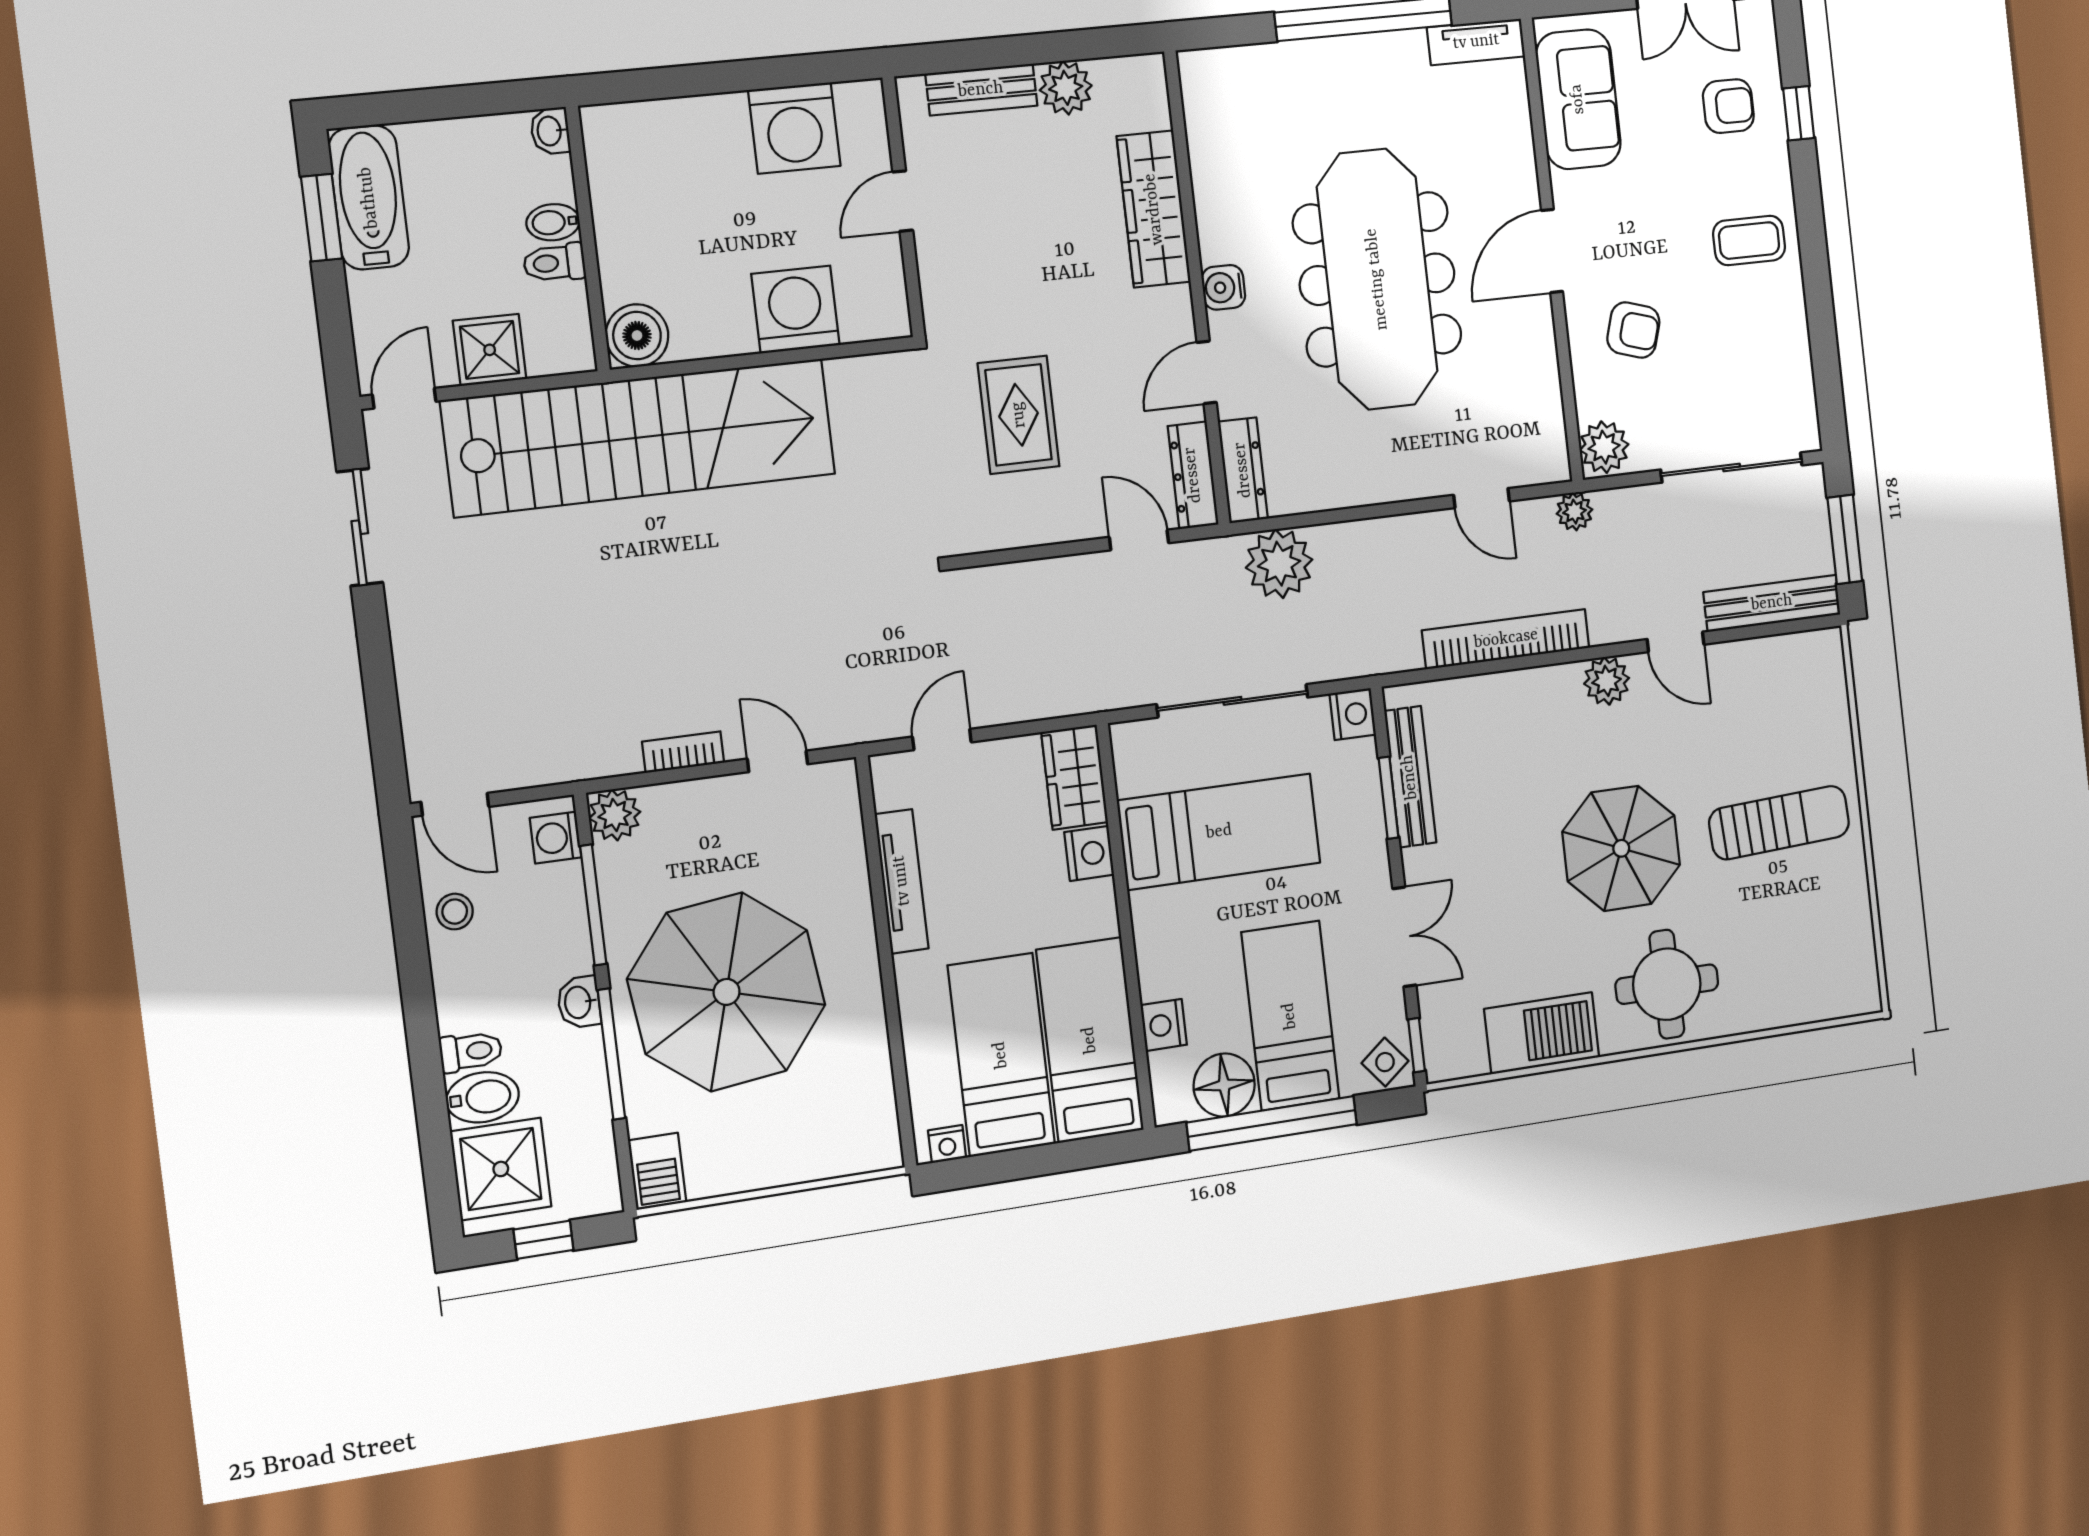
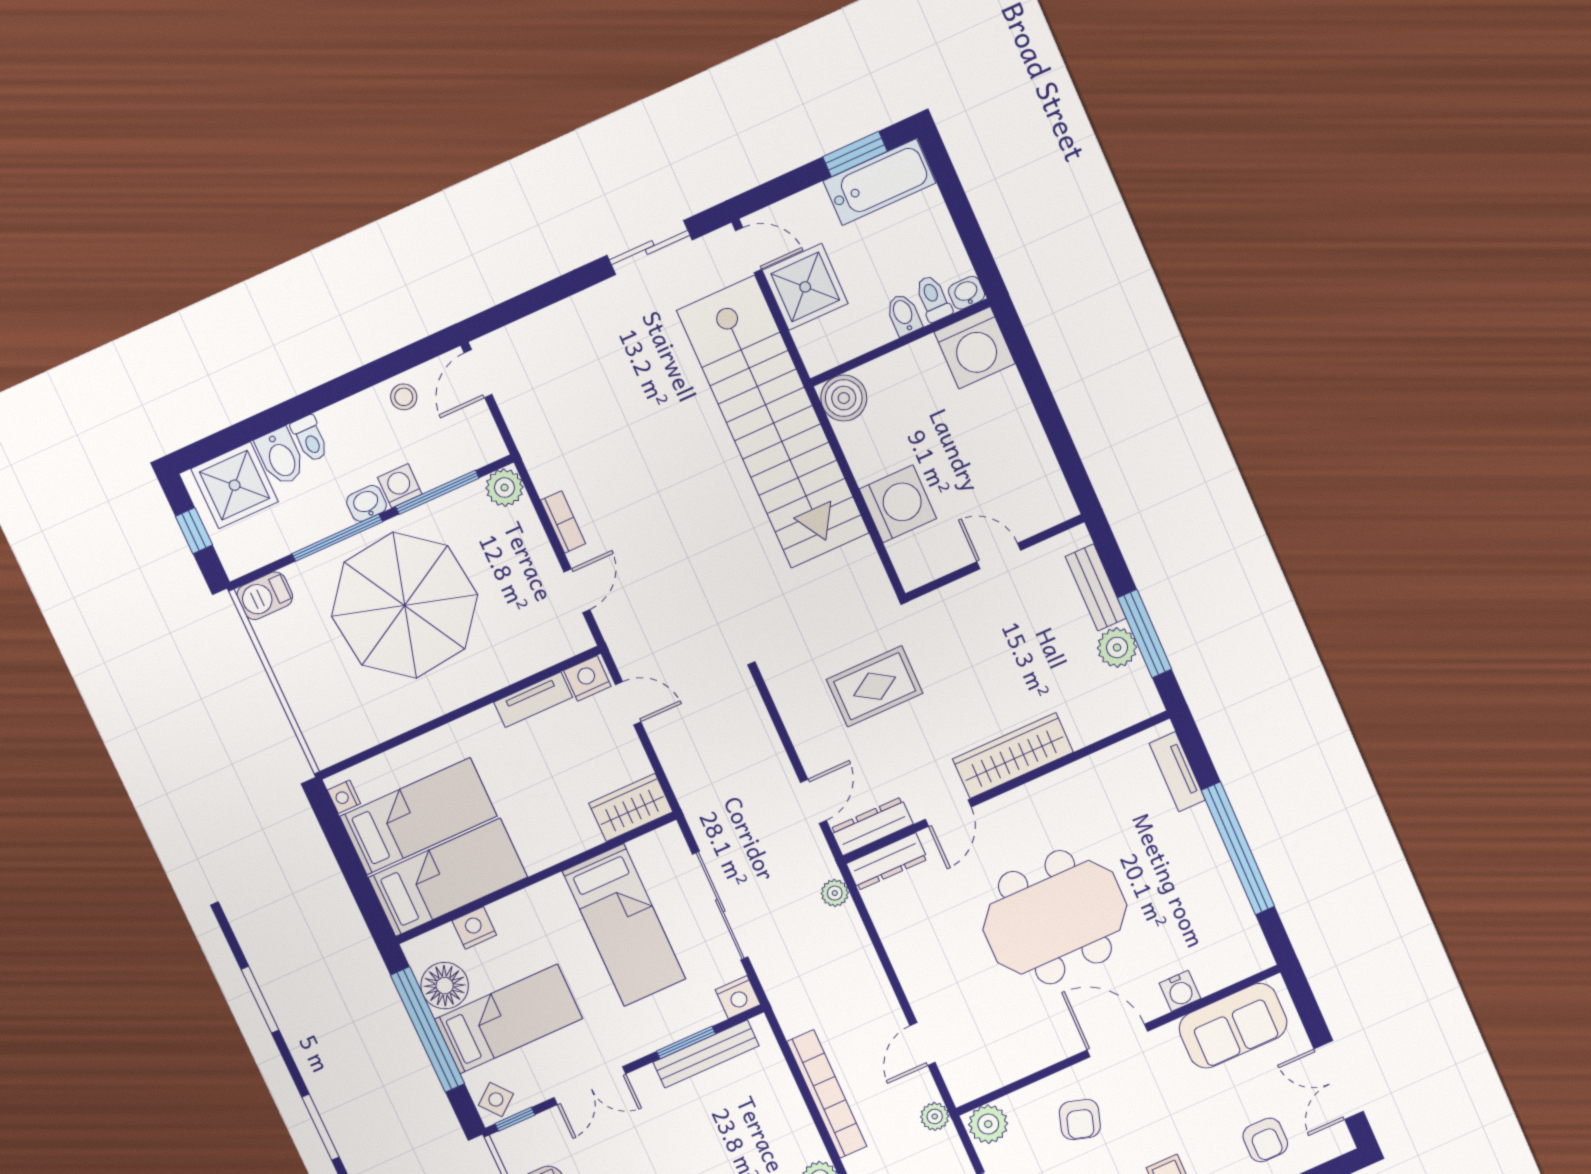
tv unit: (1476, 42) -> (1177, 772), moved
window: (1059, 47) -> (1145, 634), added
washing machine: (794, 128) -> (975, 348), moved, turned -90
wardrobe: (1154, 209) -> (1013, 756), moved
toilet: (554, 263) -> (933, 298), moved
meeting table: (1377, 279) -> (1055, 917), width x0.73
water cooler: (1223, 287) -> (1180, 991), moved, turned 180
shower: (490, 350) -> (805, 287), width x1.36, depth x1.36
door: (1207, 372) -> (948, 813), swing flipped
plant: (1279, 564) -> (835, 893), width x0.53, depth x0.53
washing machine: (556, 838) -> (400, 486), moved
nightstand: (1089, 853) -> (587, 678), moved, turned 180
tv unit: (902, 881) -> (533, 700), width x0.71

